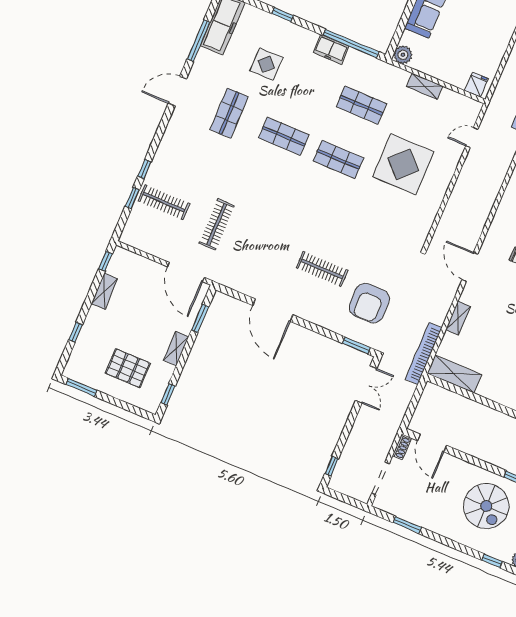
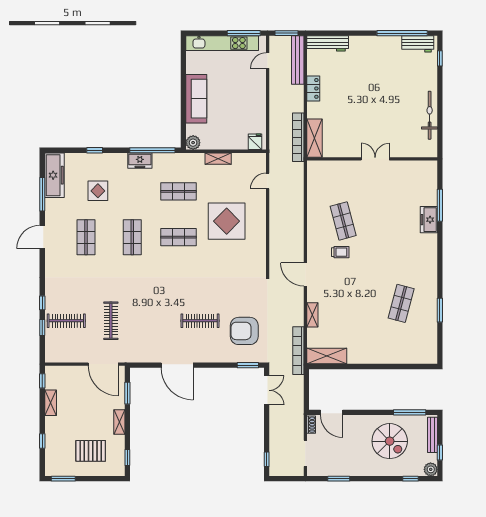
shop shelf: (284, 136) -> (132, 237), turned 90
armchair: (369, 303) -> (244, 331), turned 90

